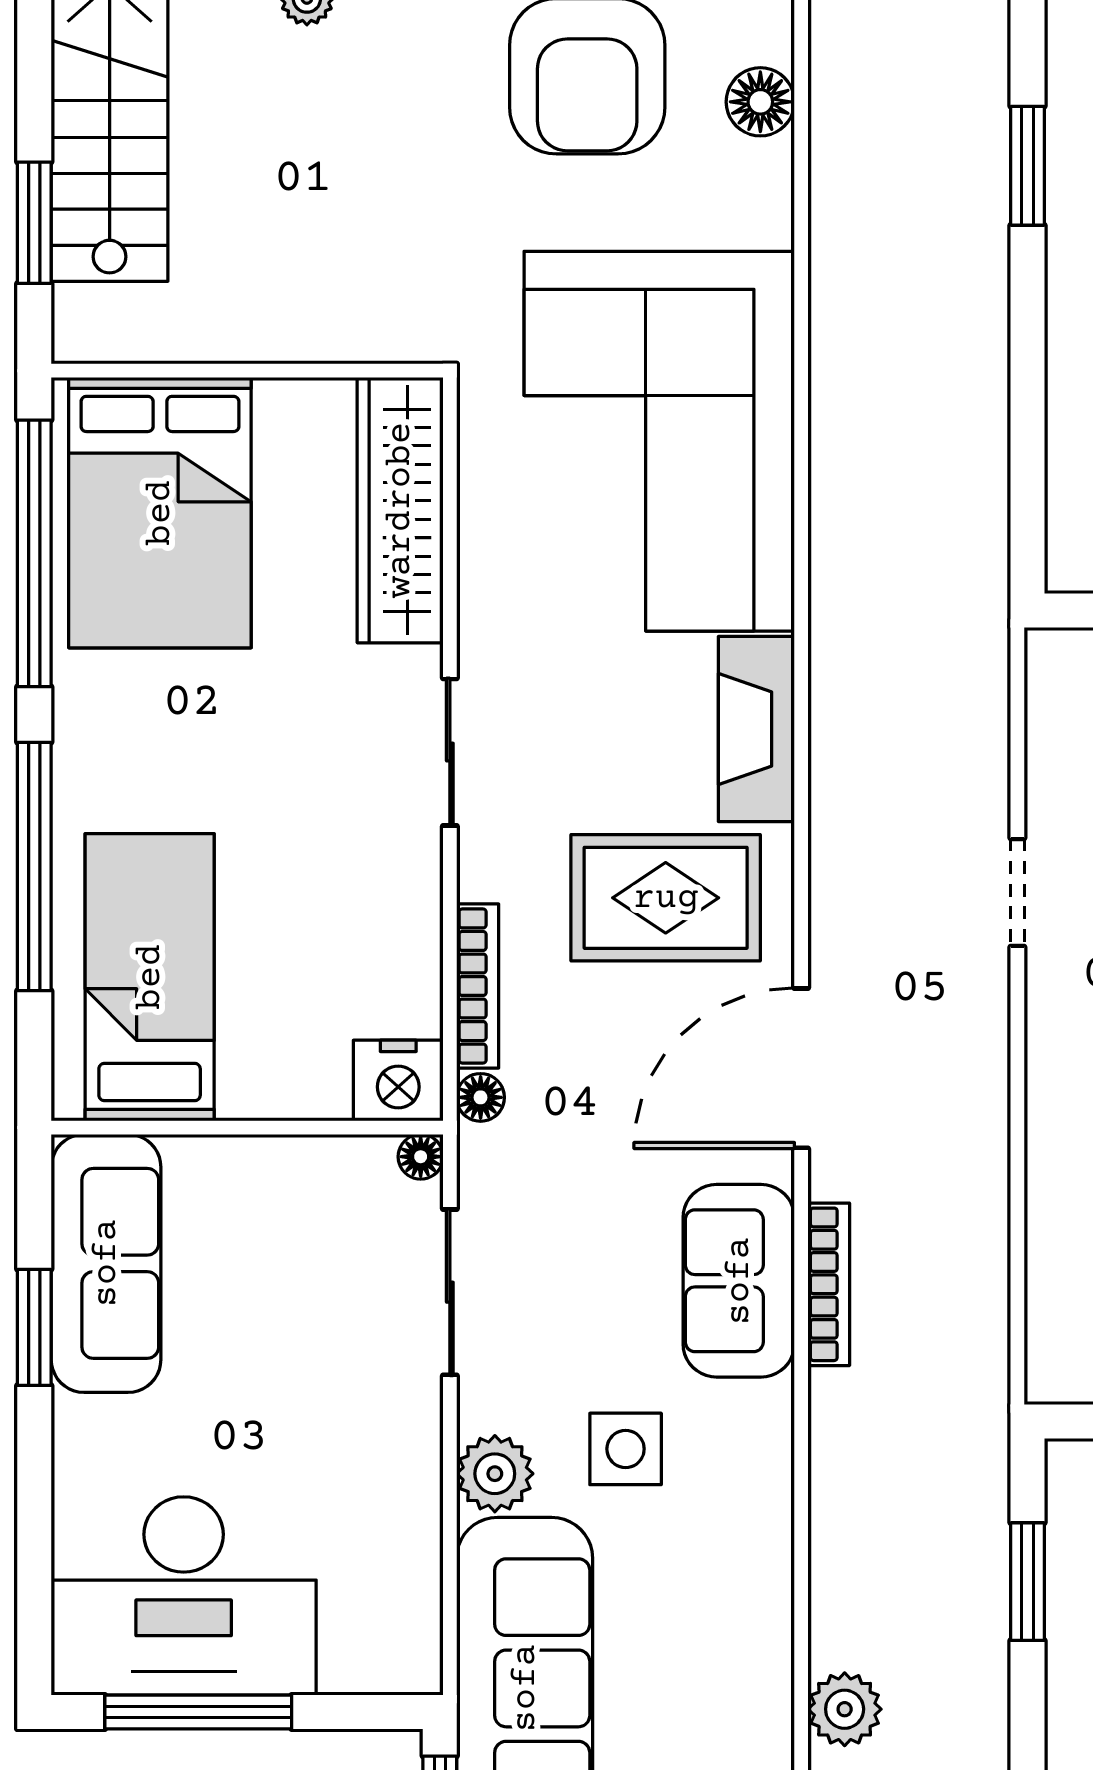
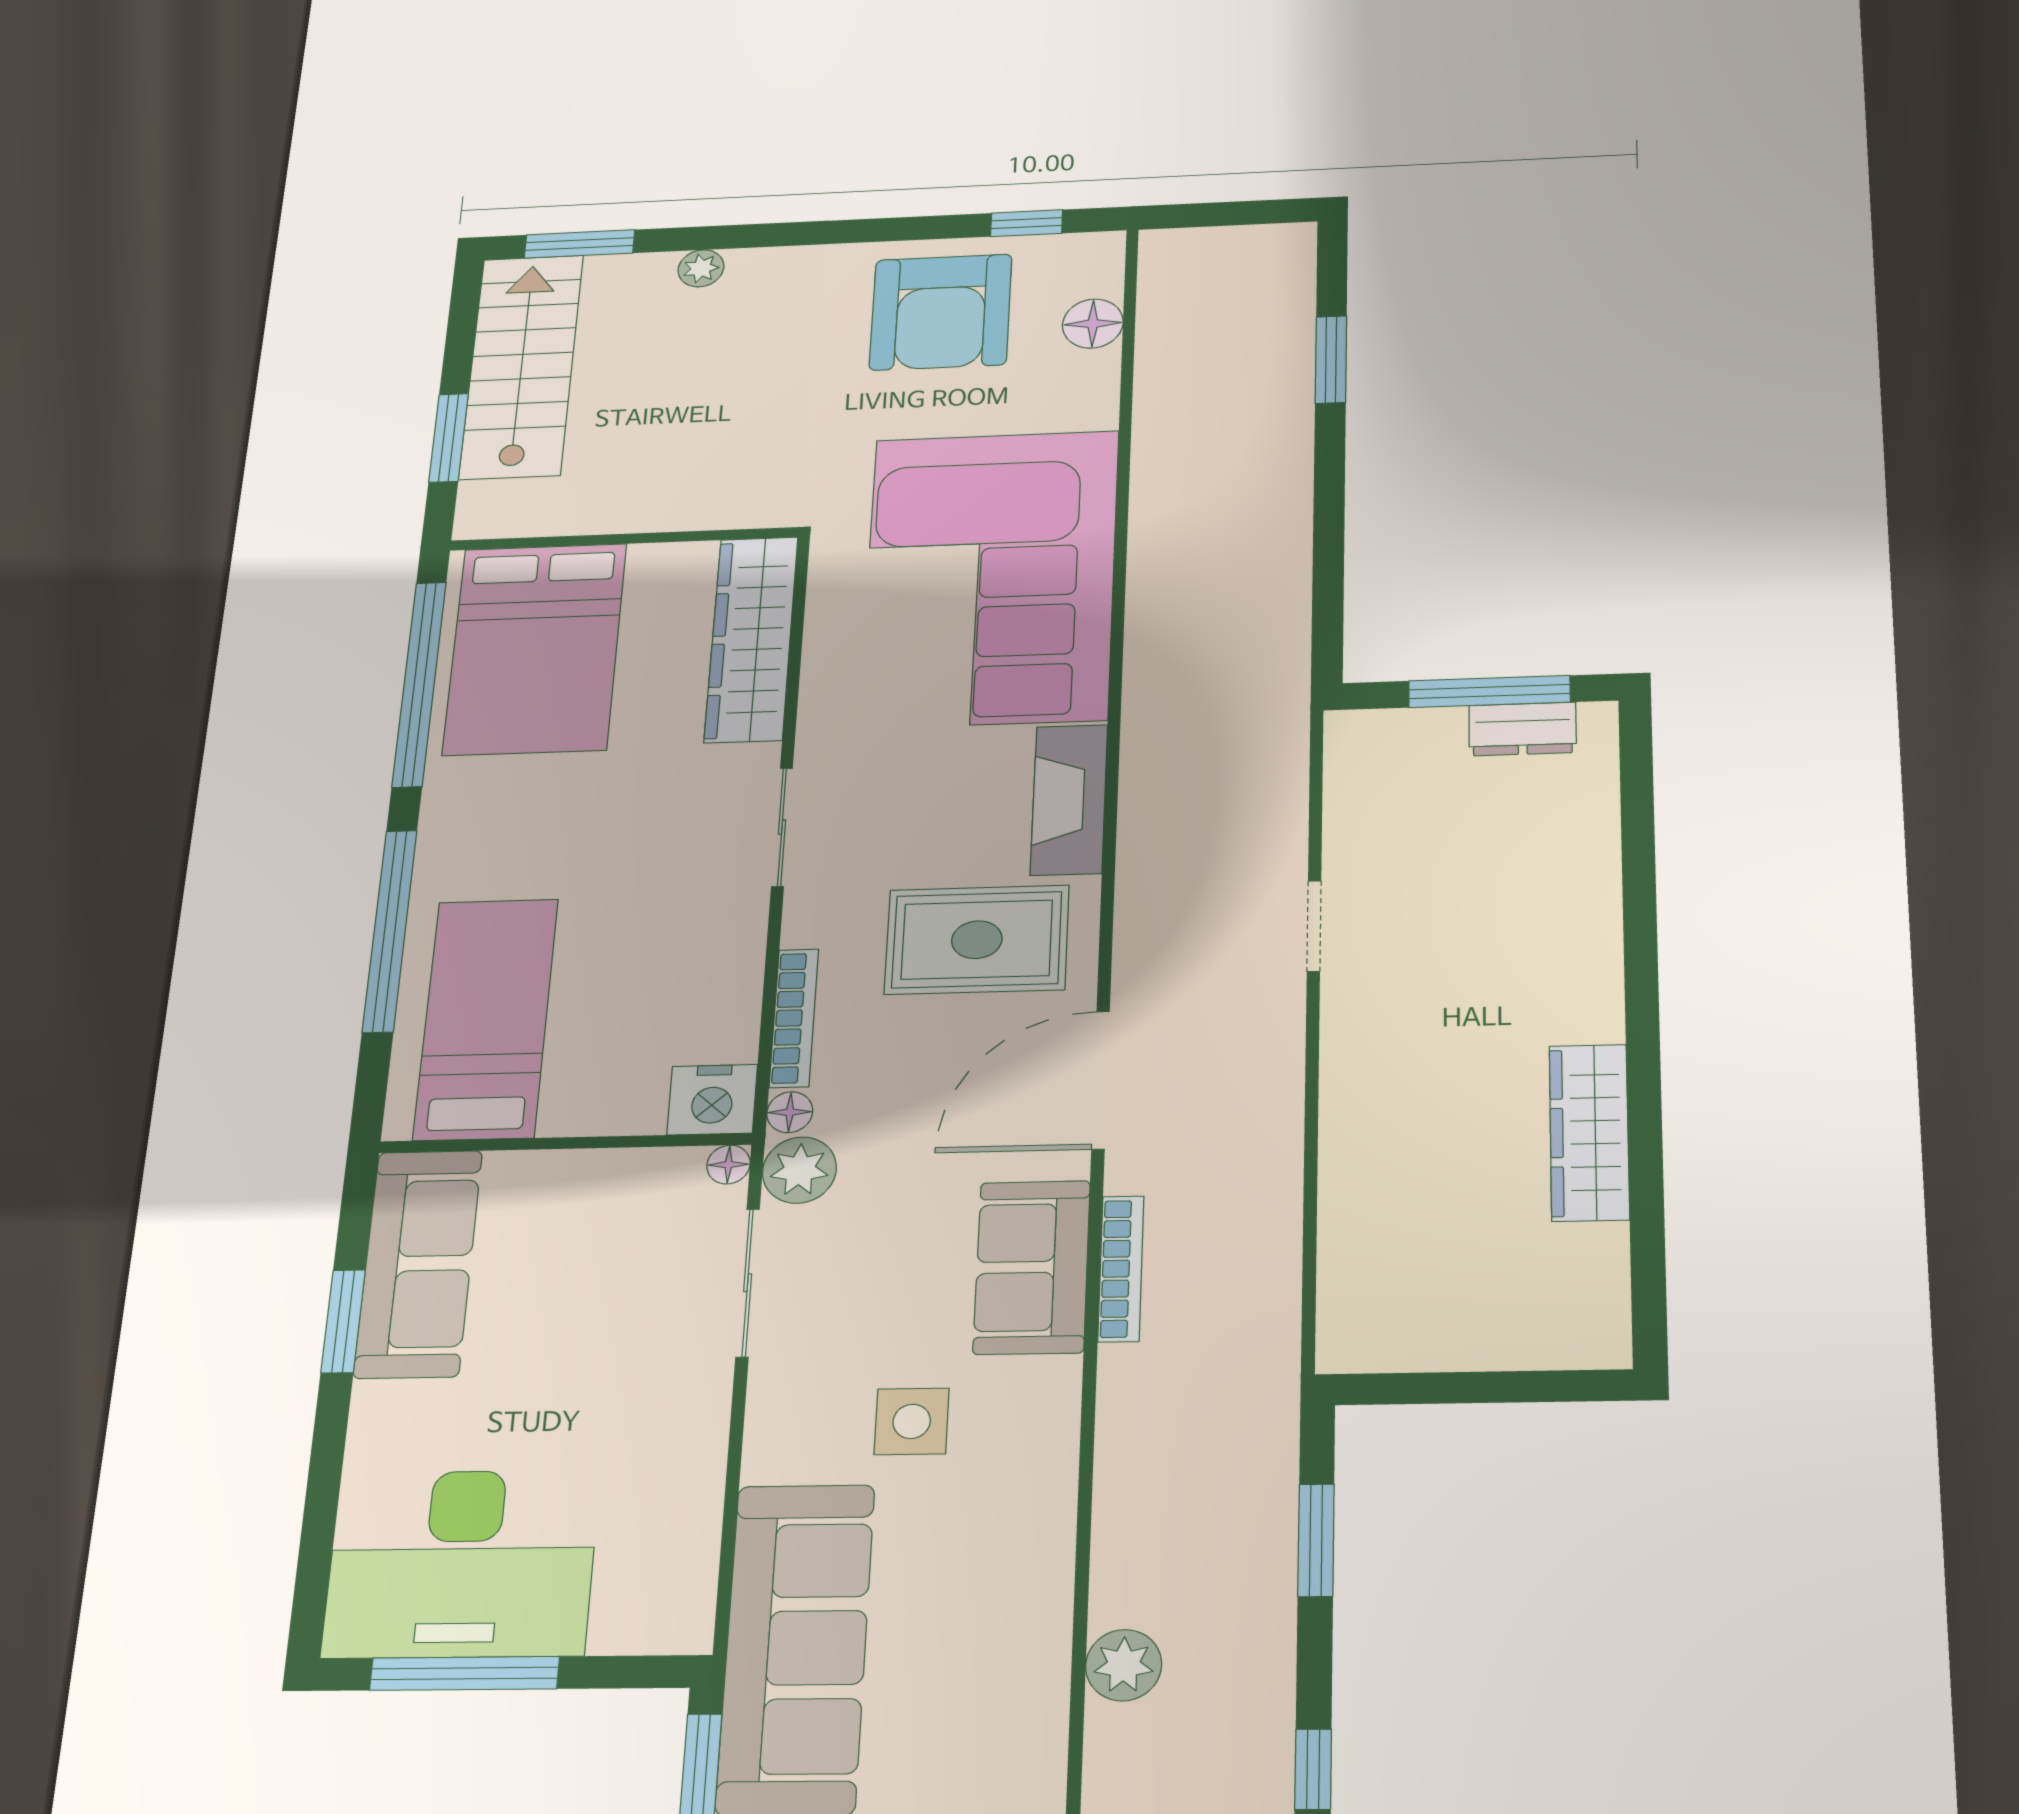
plant: (495, 1474) -> (799, 1170), moved

